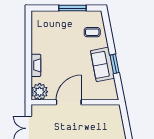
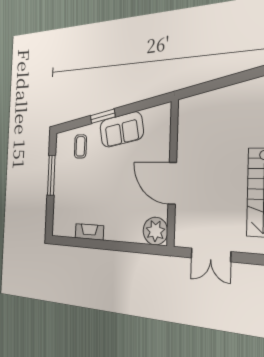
window: (115, 64) -> (103, 116), moved
fireplace: (36, 65) -> (89, 232), moved

